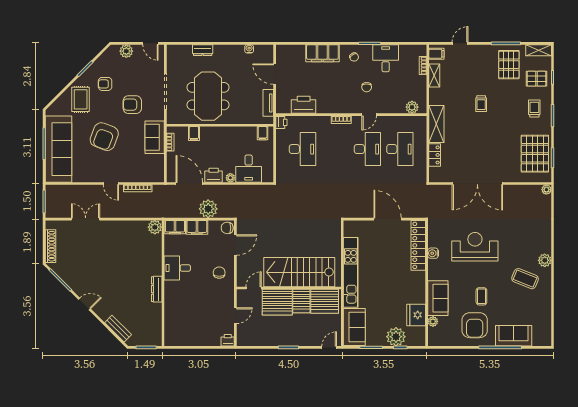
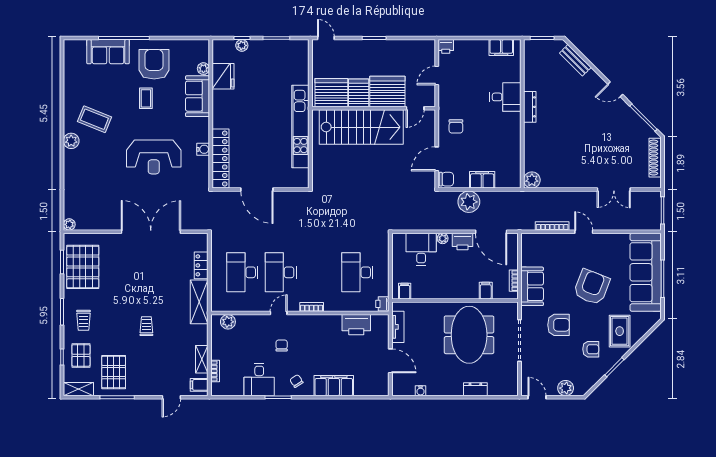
pallet: (537, 79) -> (81, 355), turned 90
filing cabinet: (175, 227) -> (501, 48), moved, turned 180
desk: (177, 268) -> (505, 97), moved
sofa: (354, 327) -> (296, 62), removed
plant: (396, 337) -> (242, 45), width x0.53, depth x0.53
door: (329, 347) -> (326, 38), swing flipped

